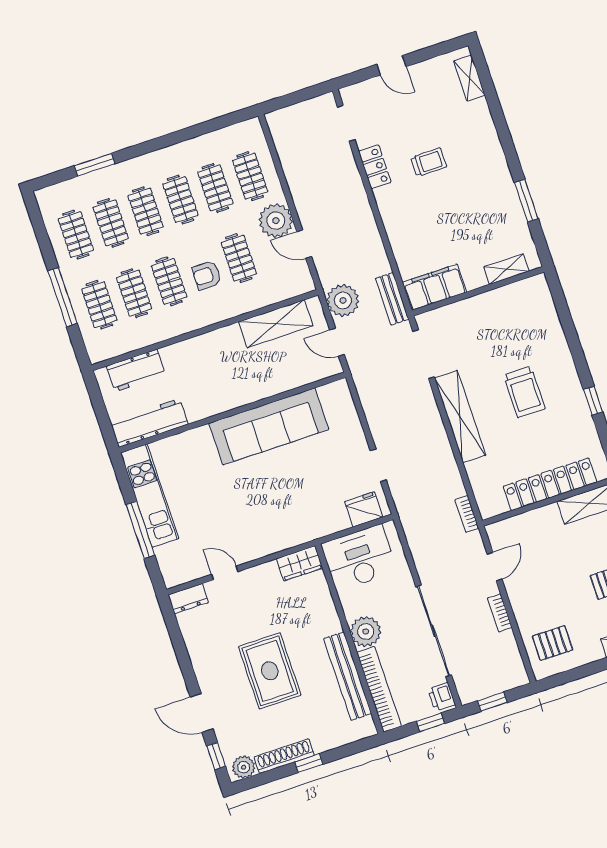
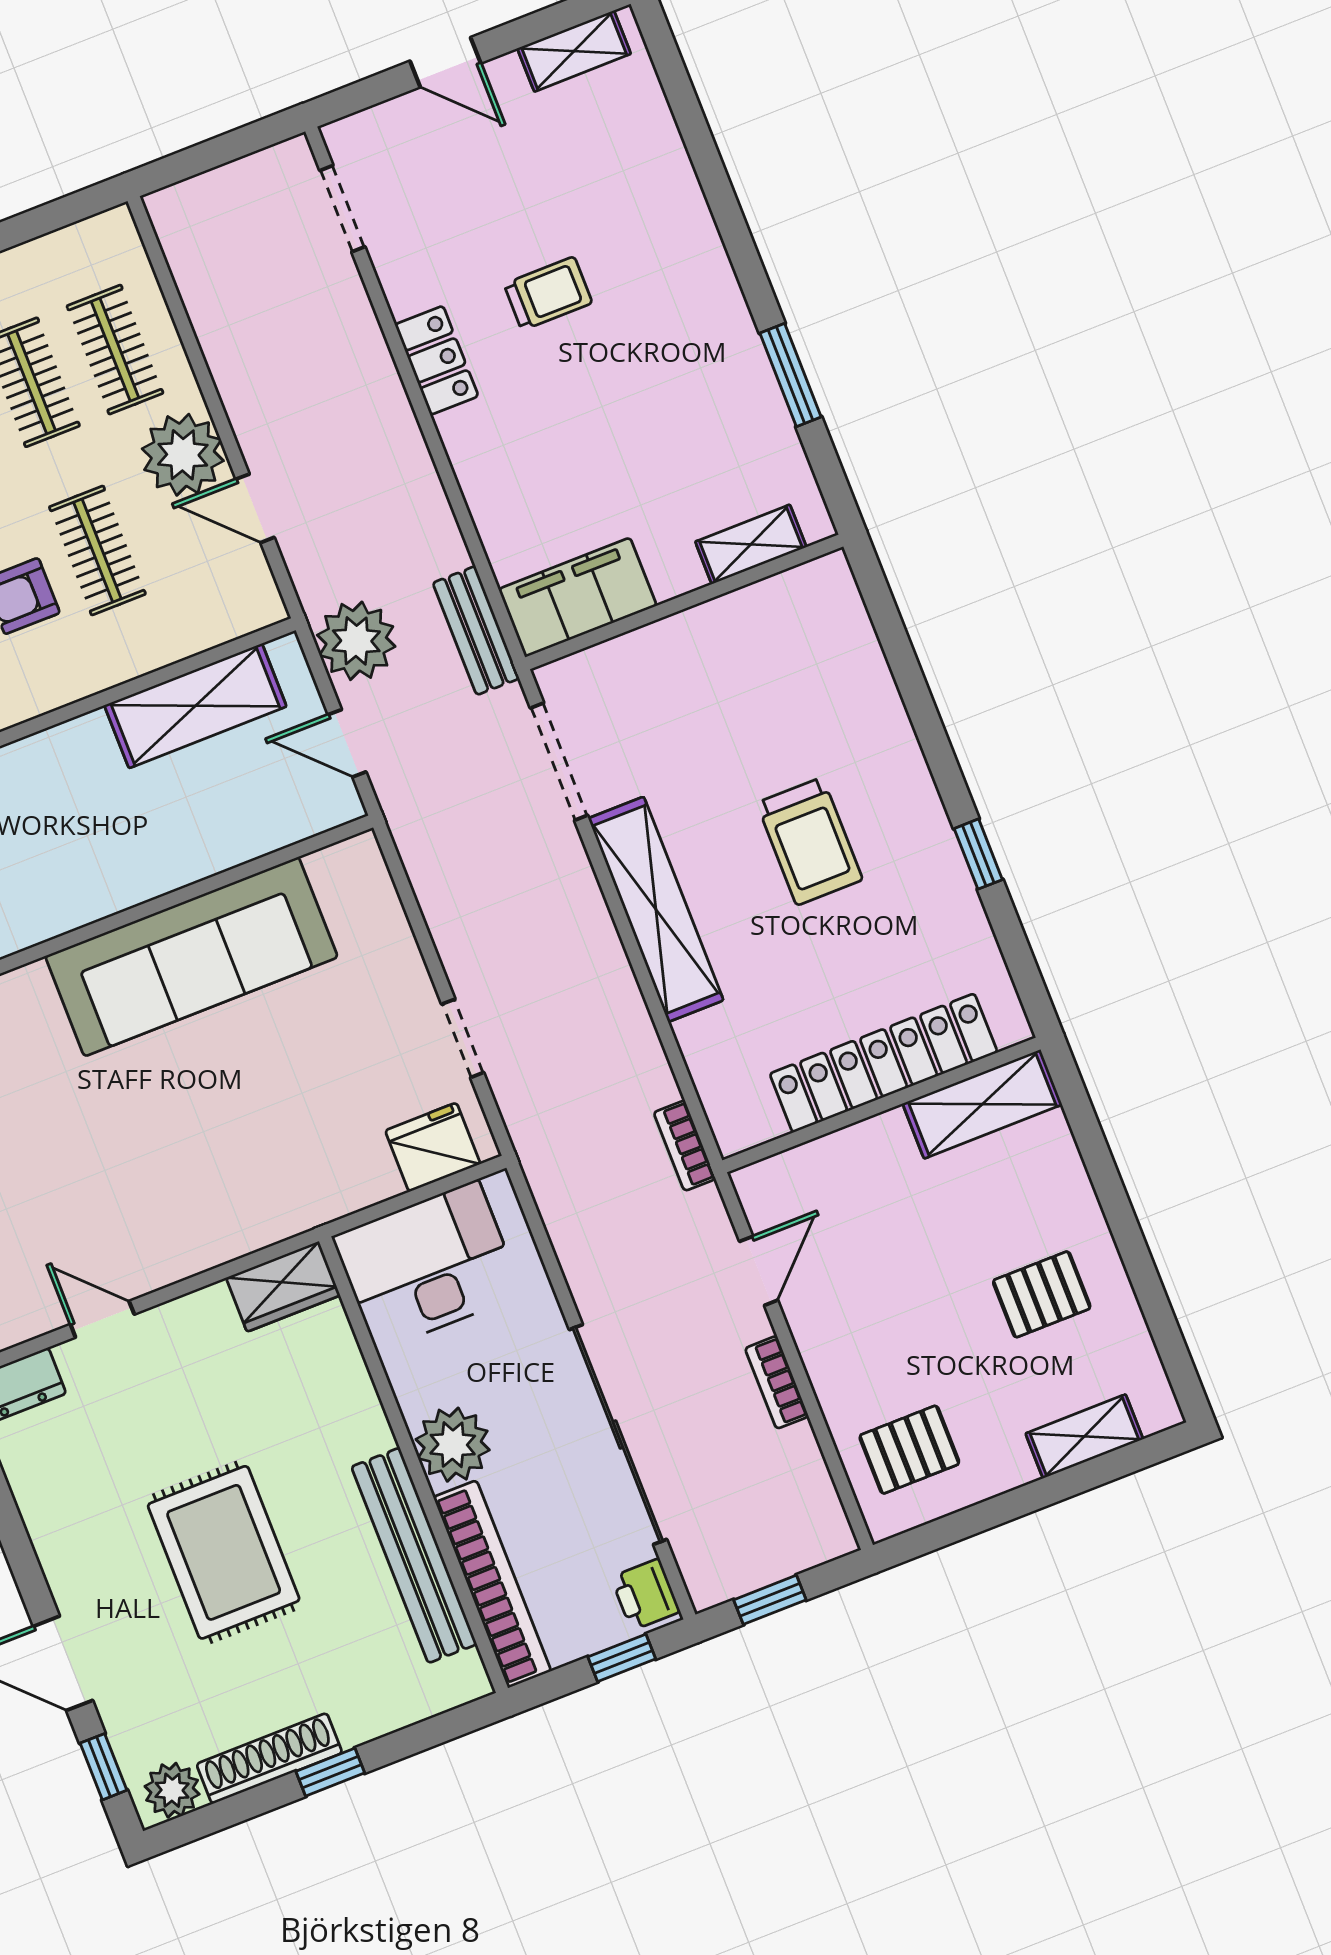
shelving: (469, 78) -> (574, 51), moved, turned 90
locker: (375, 167) -> (437, 360), moved

